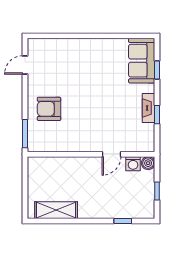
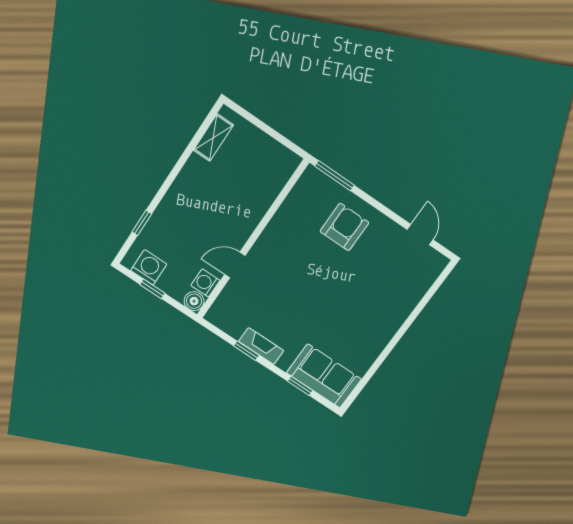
door: (111, 154) -> (235, 265), hinge flipped
washing machine: (146, 201) -> (149, 267), added
shelving: (56, 210) -> (213, 138), width x0.67, depth x0.75

